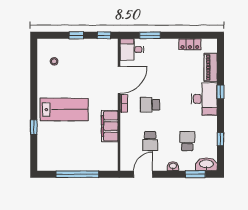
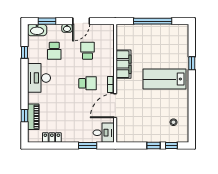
window: (104, 35) -> (171, 146), moved
window: (220, 92) -> (24, 116), moved
desk: (204, 99) -> (39, 78), moved
door: (143, 174) -> (81, 21), moved

